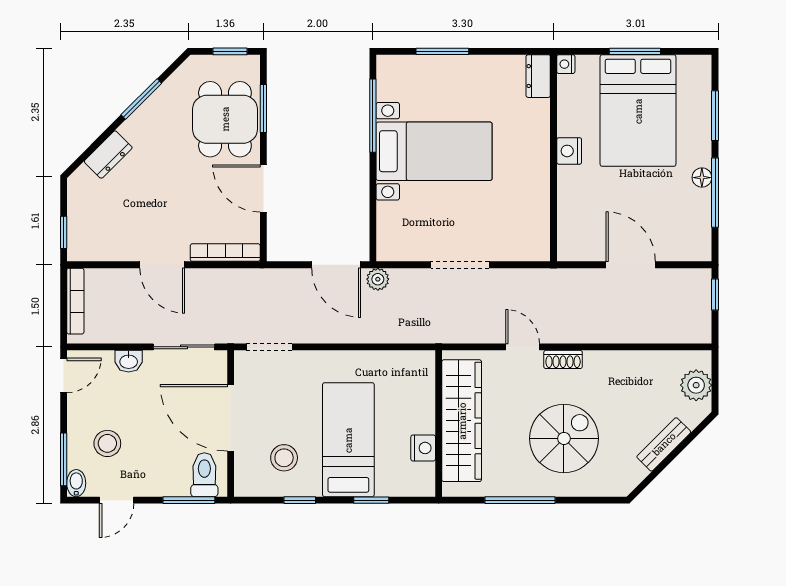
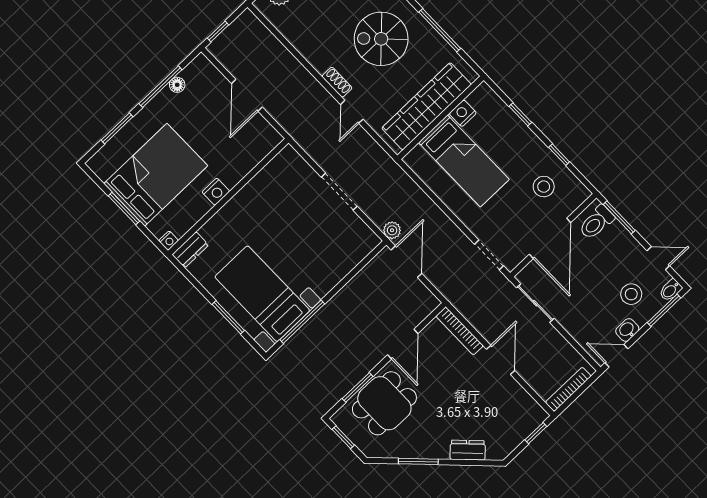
bed with nightstands: (434, 151) -> (262, 294), moved
floor lamp: (702, 178) -> (177, 85), moved
washbasin: (129, 361) -> (627, 330), moved, turned -90
bed: (348, 440) -> (464, 161), moved, turned -90

